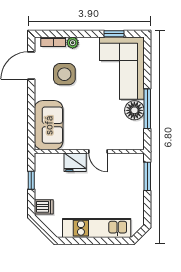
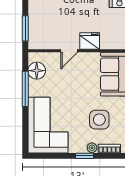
window: (114, 34) -> (85, 156), moved
floor lamp: (134, 110) -> (37, 71), moved
door: (98, 151) -> (69, 51), swing flipped

